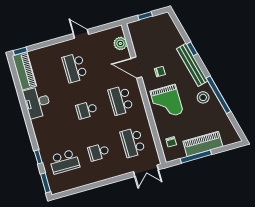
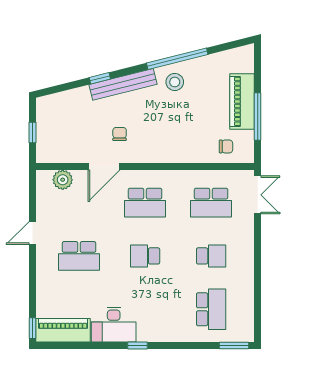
grand piano: (167, 102) -> (166, 137), removed
school desk: (87, 110) -> (145, 256), turned 90
school desk: (99, 152) -> (211, 256), turned -90
window: (38, 157) -> (137, 345), moved

